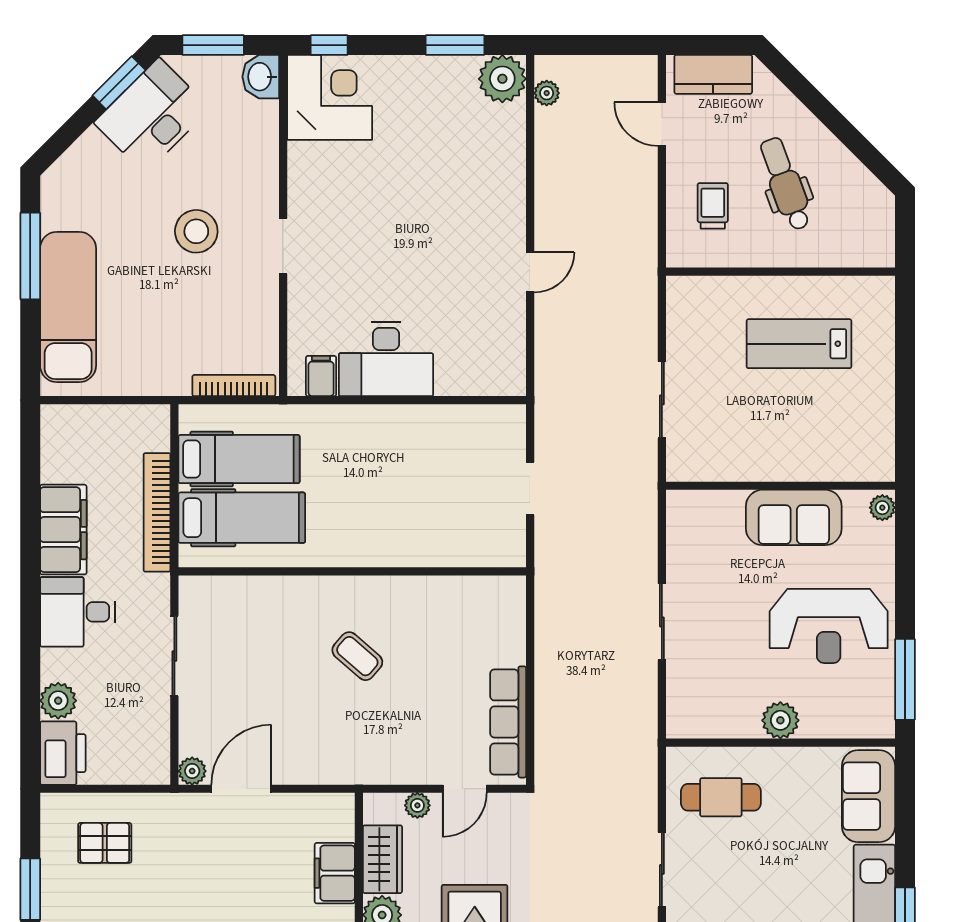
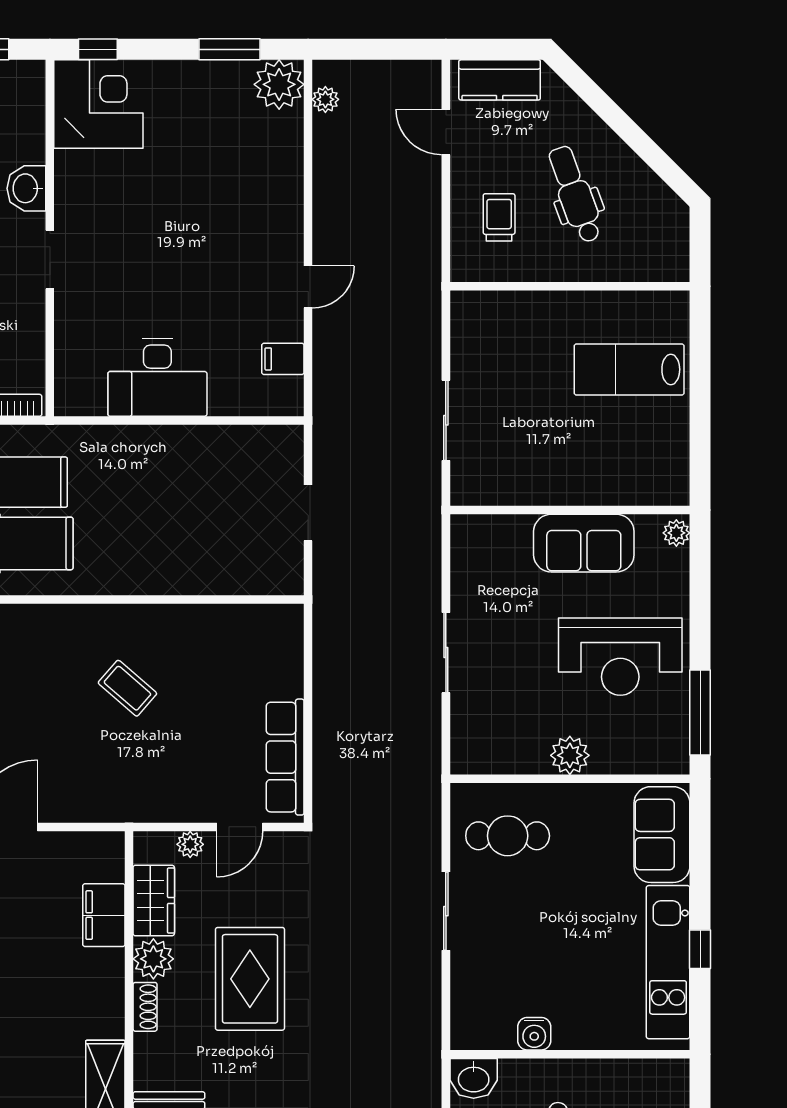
washbasin: (261, 77) -> (26, 188), moved
lab bench: (799, 344) -> (629, 369), moved
filing cabinet: (321, 376) -> (283, 359), moved, turned -90

